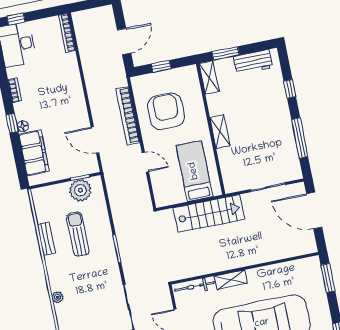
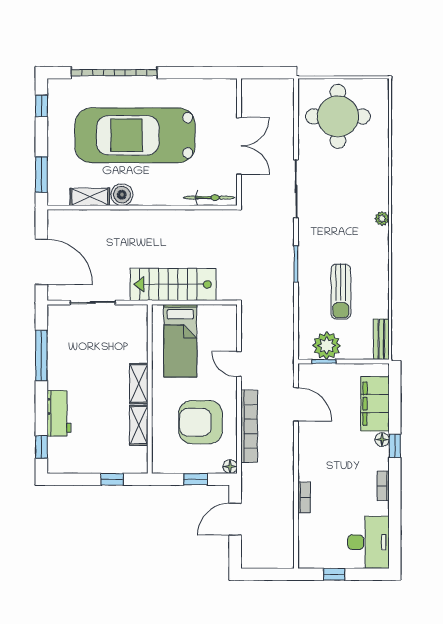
window: (16, 19) -> (334, 574), moved
bookcase: (67, 33) -> (304, 497), moved, width x0.64
window: (226, 53) -> (112, 479), width x0.67
workbench: (253, 62) -> (59, 413), moved, turned 90
shelving: (209, 77) -> (139, 425), moved
floor lamp: (136, 82) -> (230, 467), added
window: (290, 89) -> (41, 447), moved
armchair: (166, 111) -> (200, 422), turned 90
bench: (46, 239) -> (381, 339), moved
boiler: (262, 275) -> (122, 195), added
shelving: (231, 280) -> (90, 197), moved

